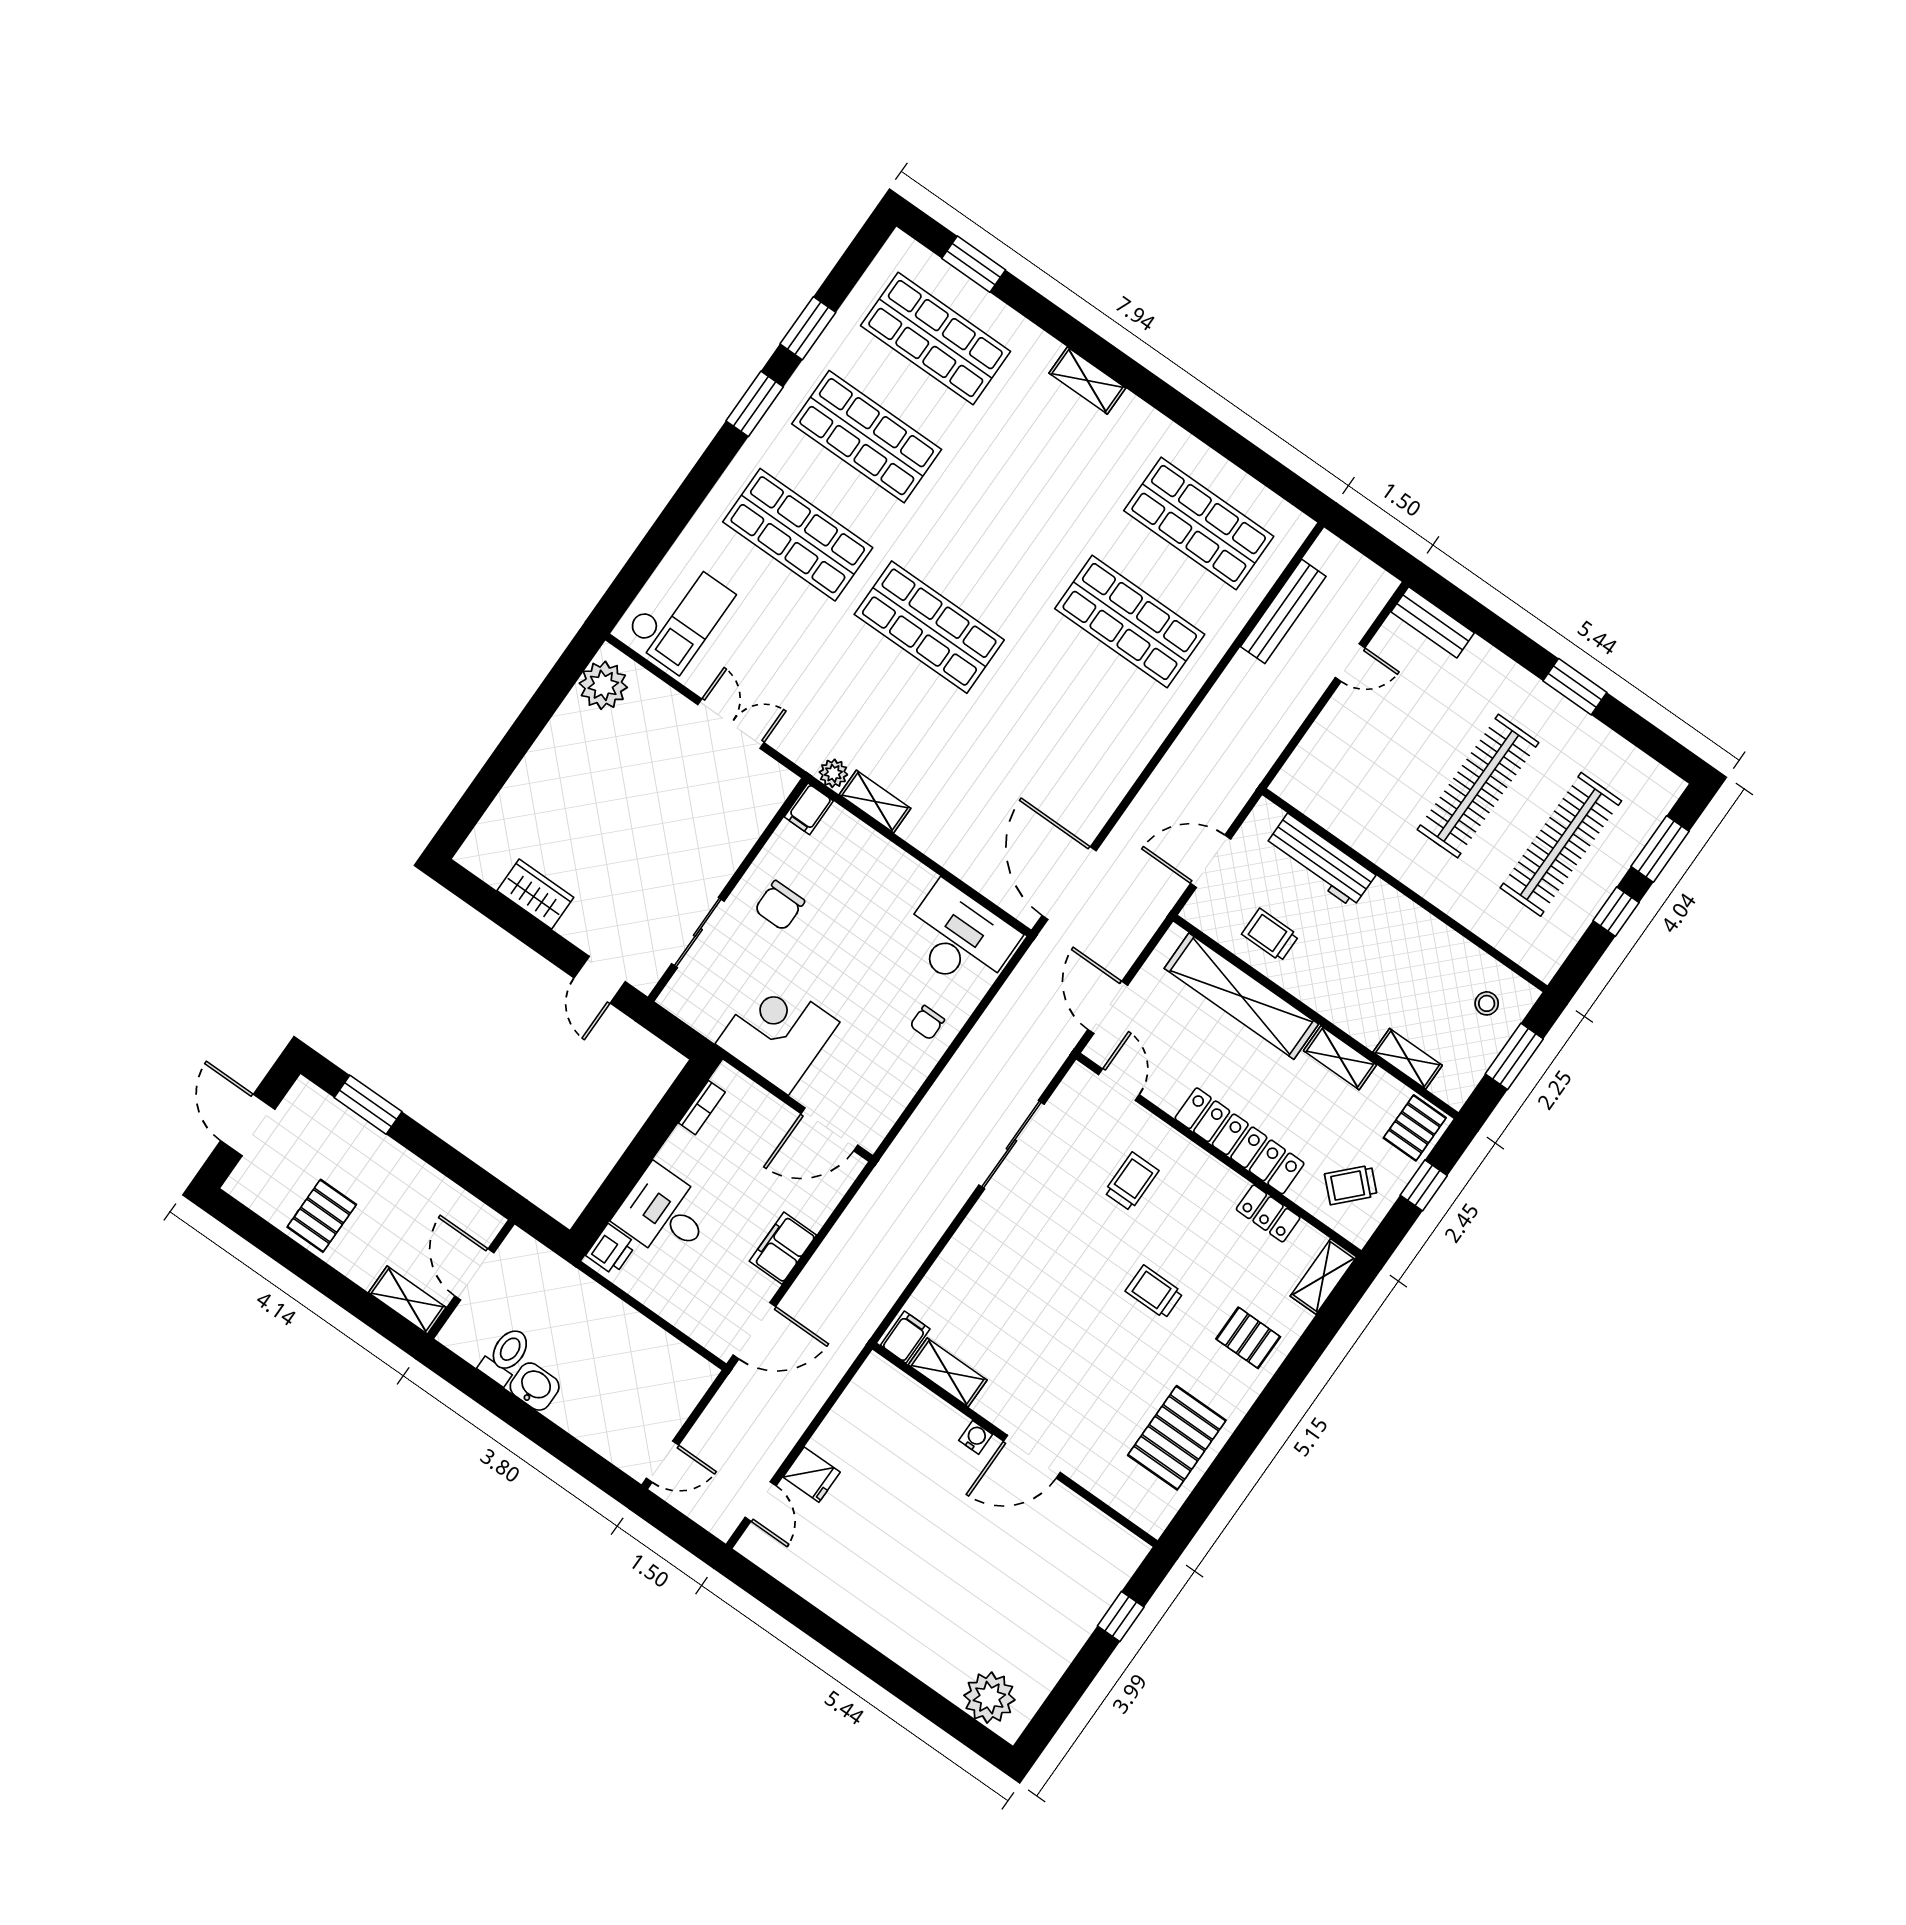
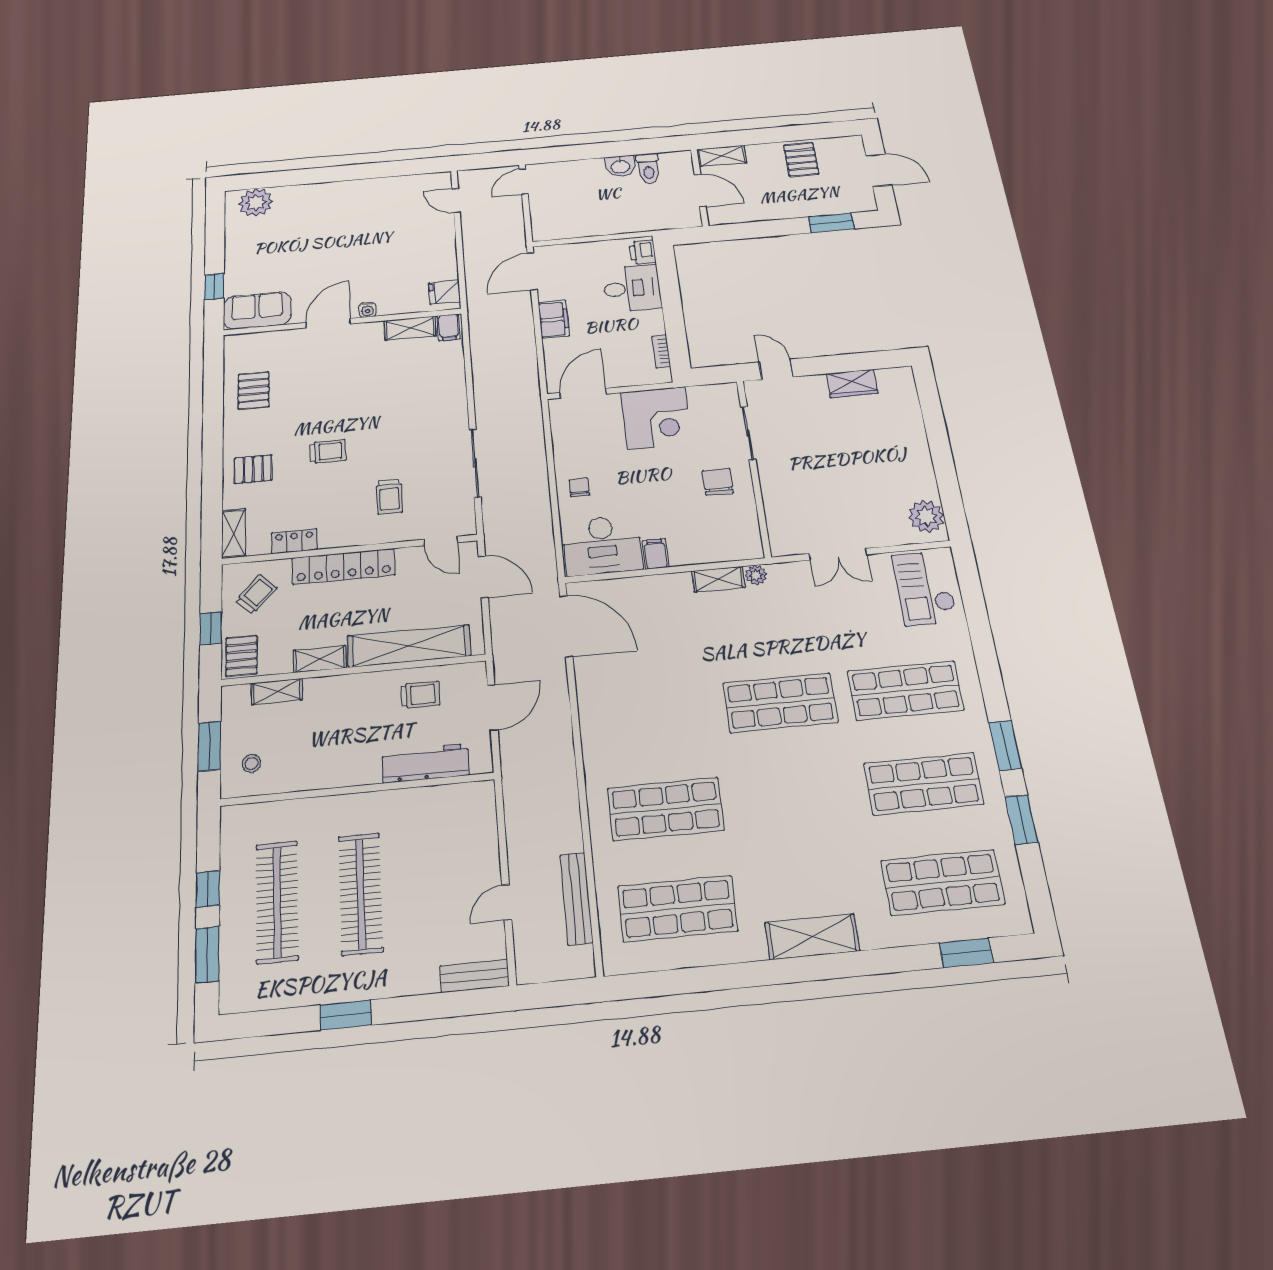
shelving: (1087, 380) -> (812, 937), width x1.50, depth x1.33
filing cabinet: (809, 809) -> (656, 554), moved
pallet: (1177, 1438) -> (254, 390), width x0.67, depth x0.71
fridge: (812, 1475) -> (445, 292), moved
sofa: (1097, 1542) -> (257, 310), added

